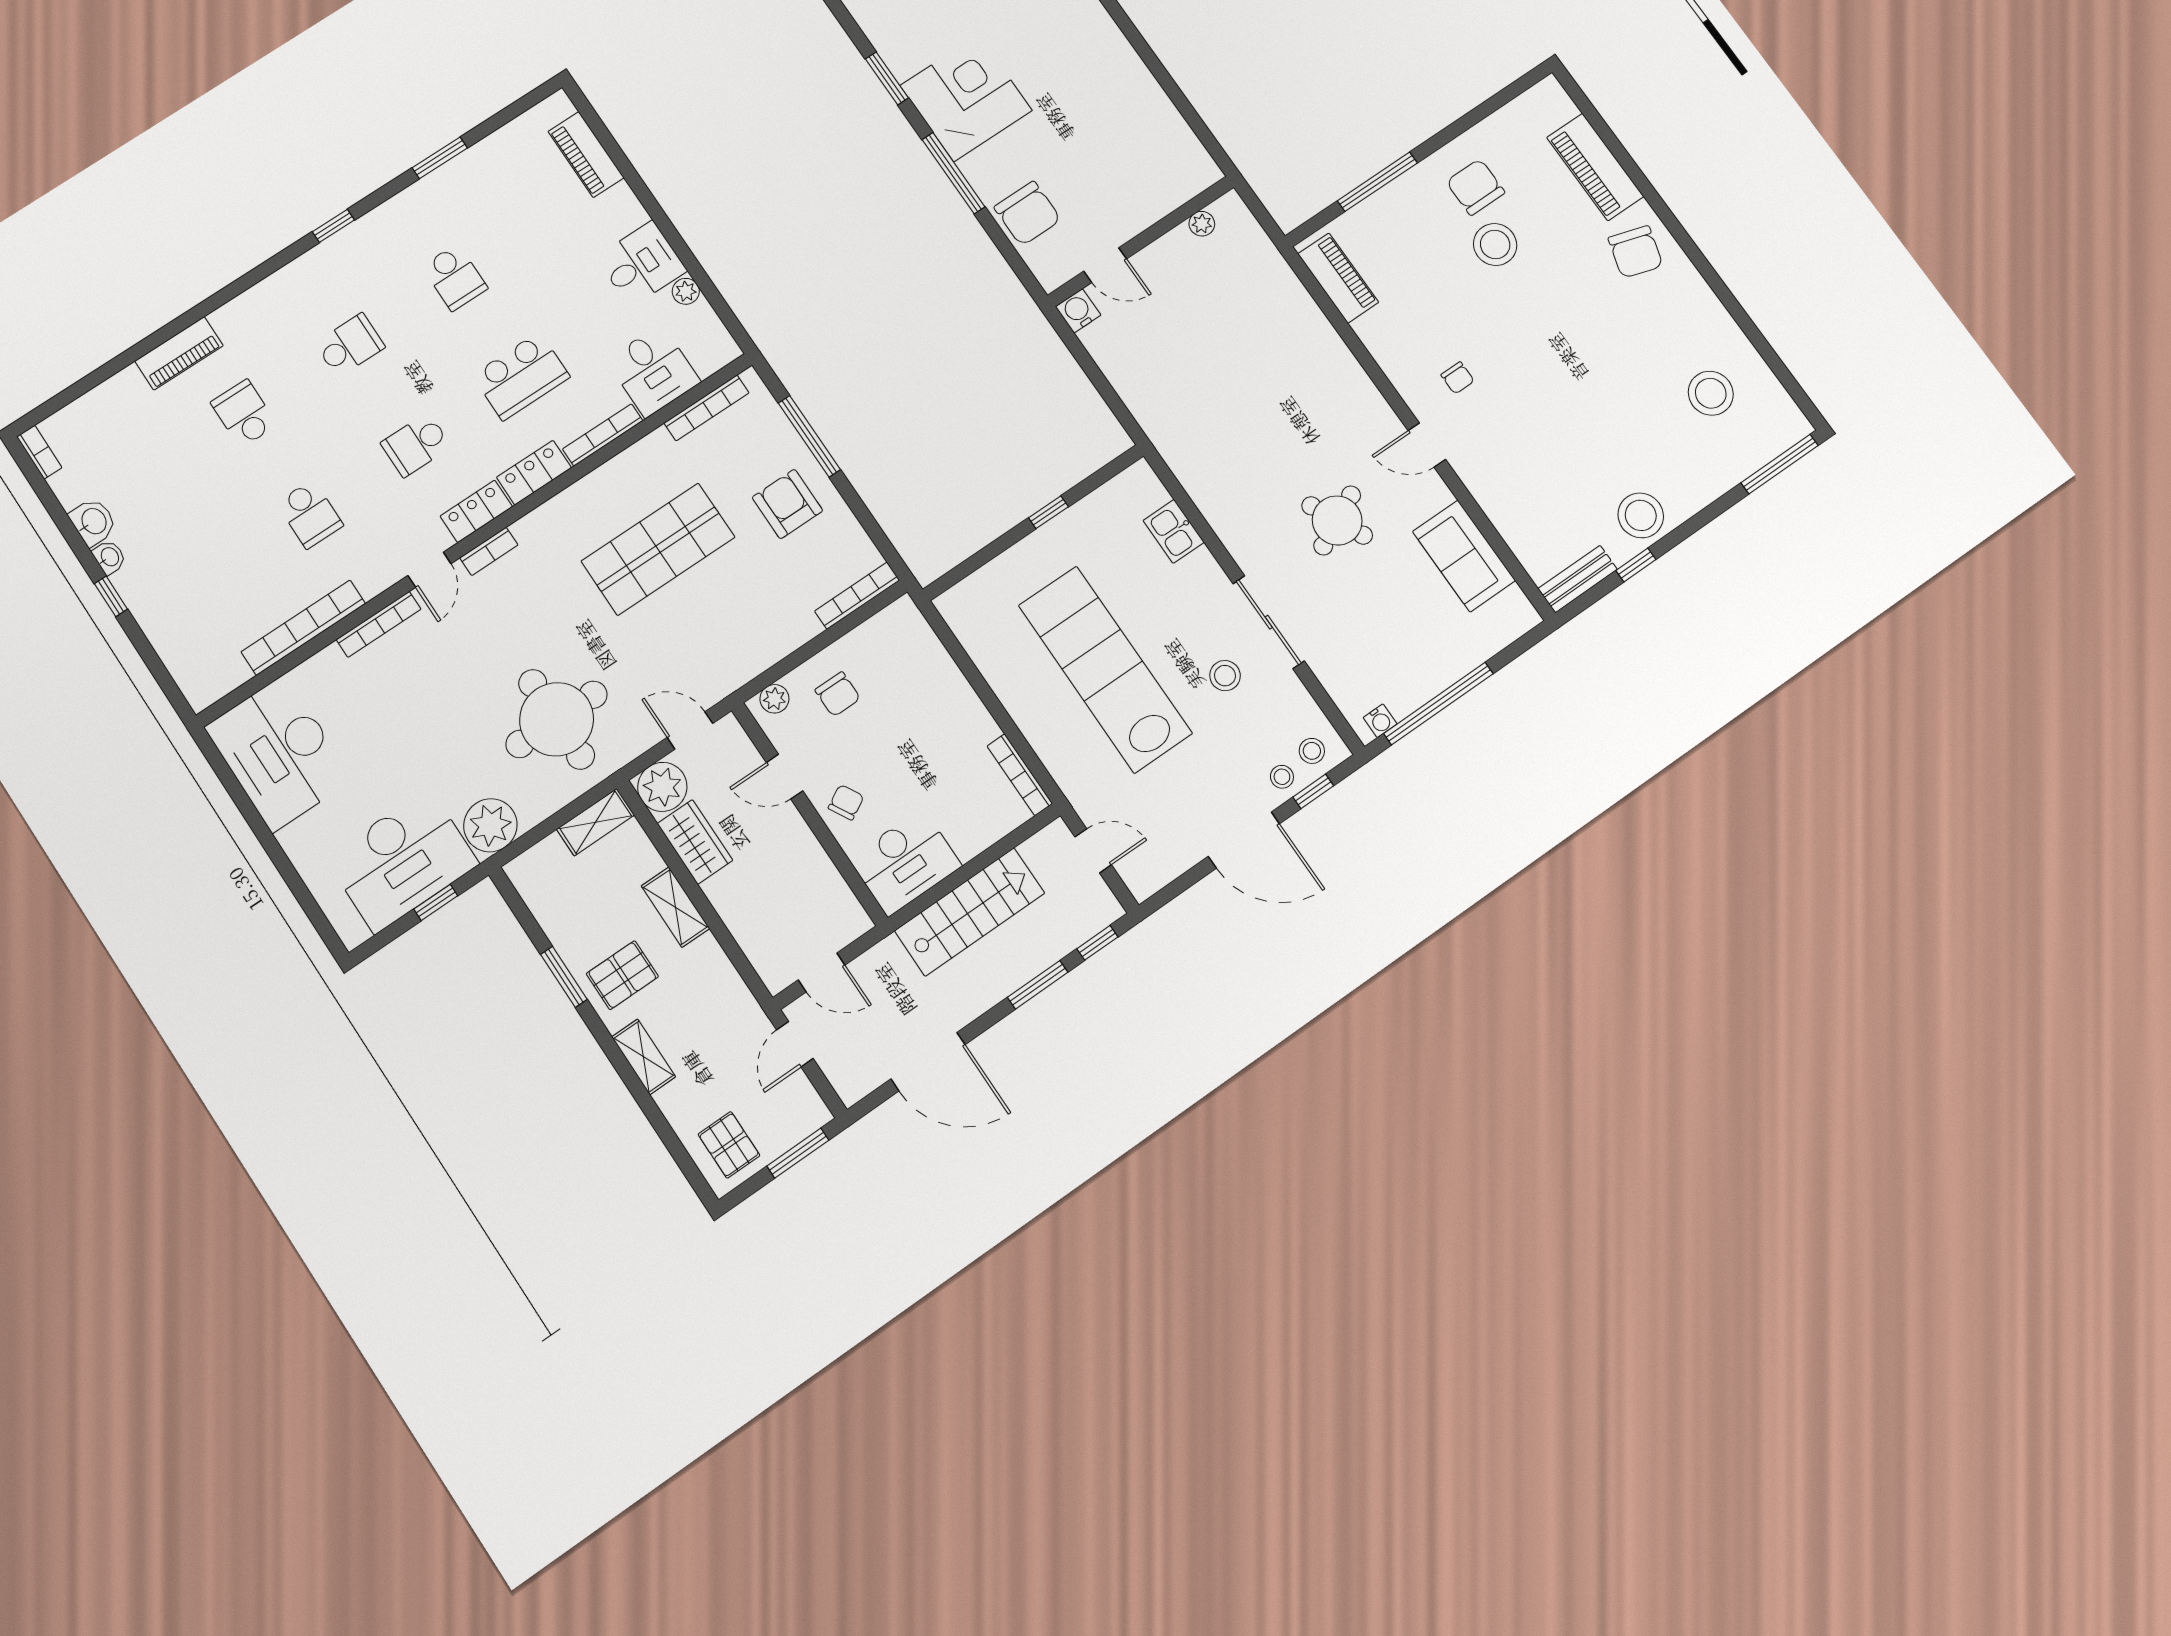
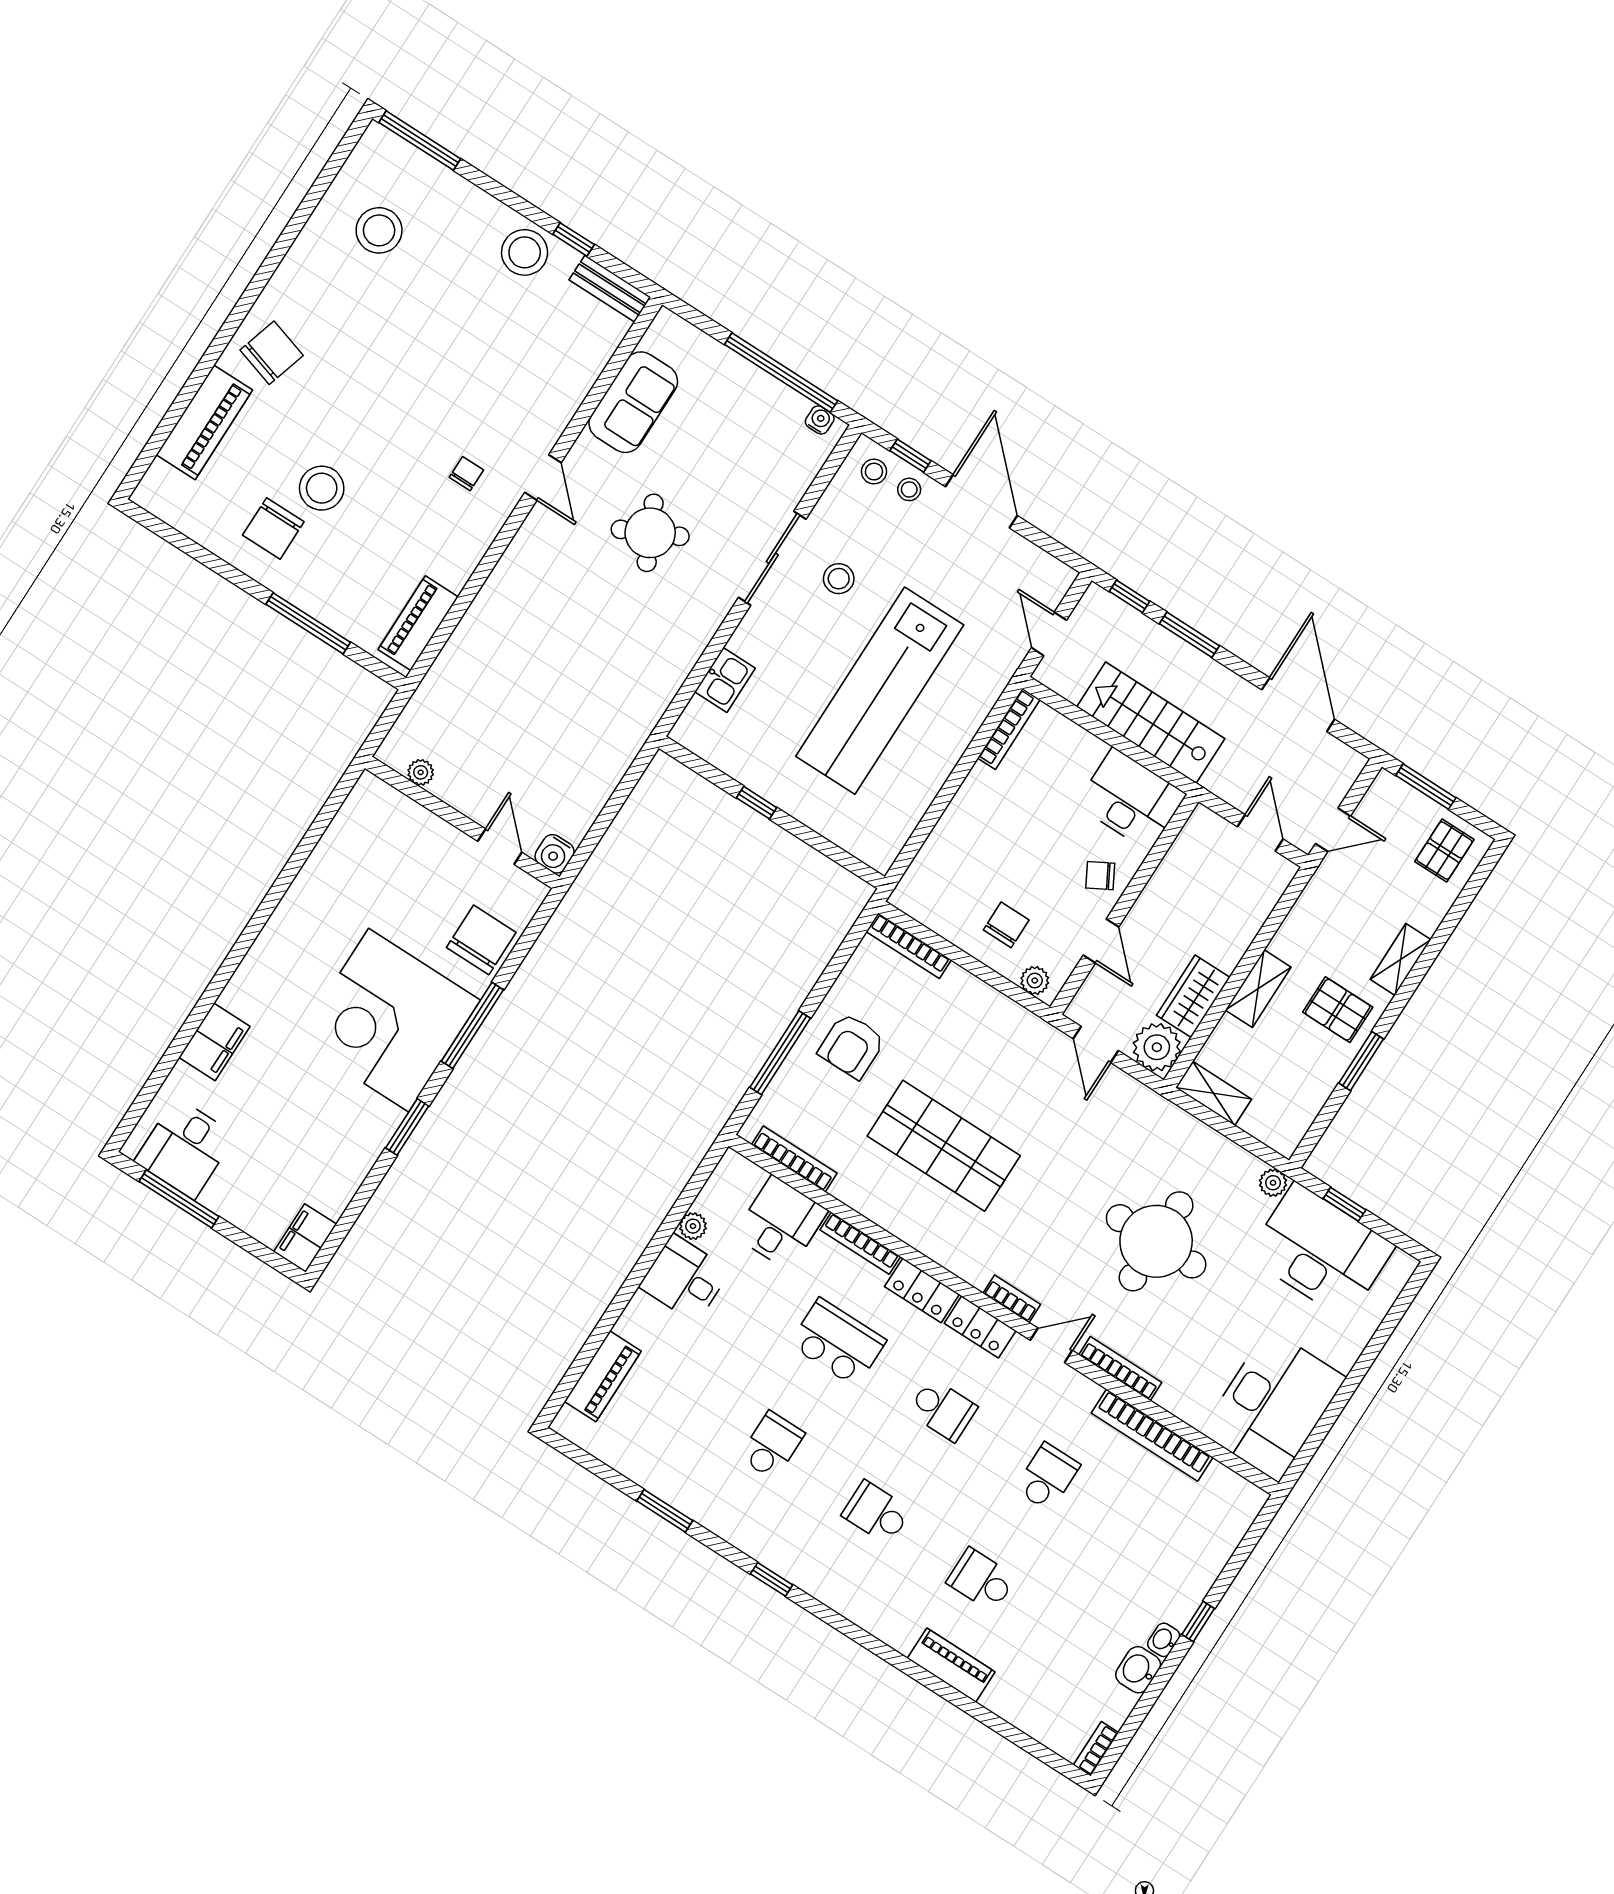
corner desk: (966, 98) -> (389, 1020), width x1.36, depth x1.36
school desk: (244, 414) -> (981, 1580), turned 90
round table: (557, 719) -> (1156, 1241), moved
plant: (490, 825) -> (1273, 1183), width x0.53, depth x0.53

